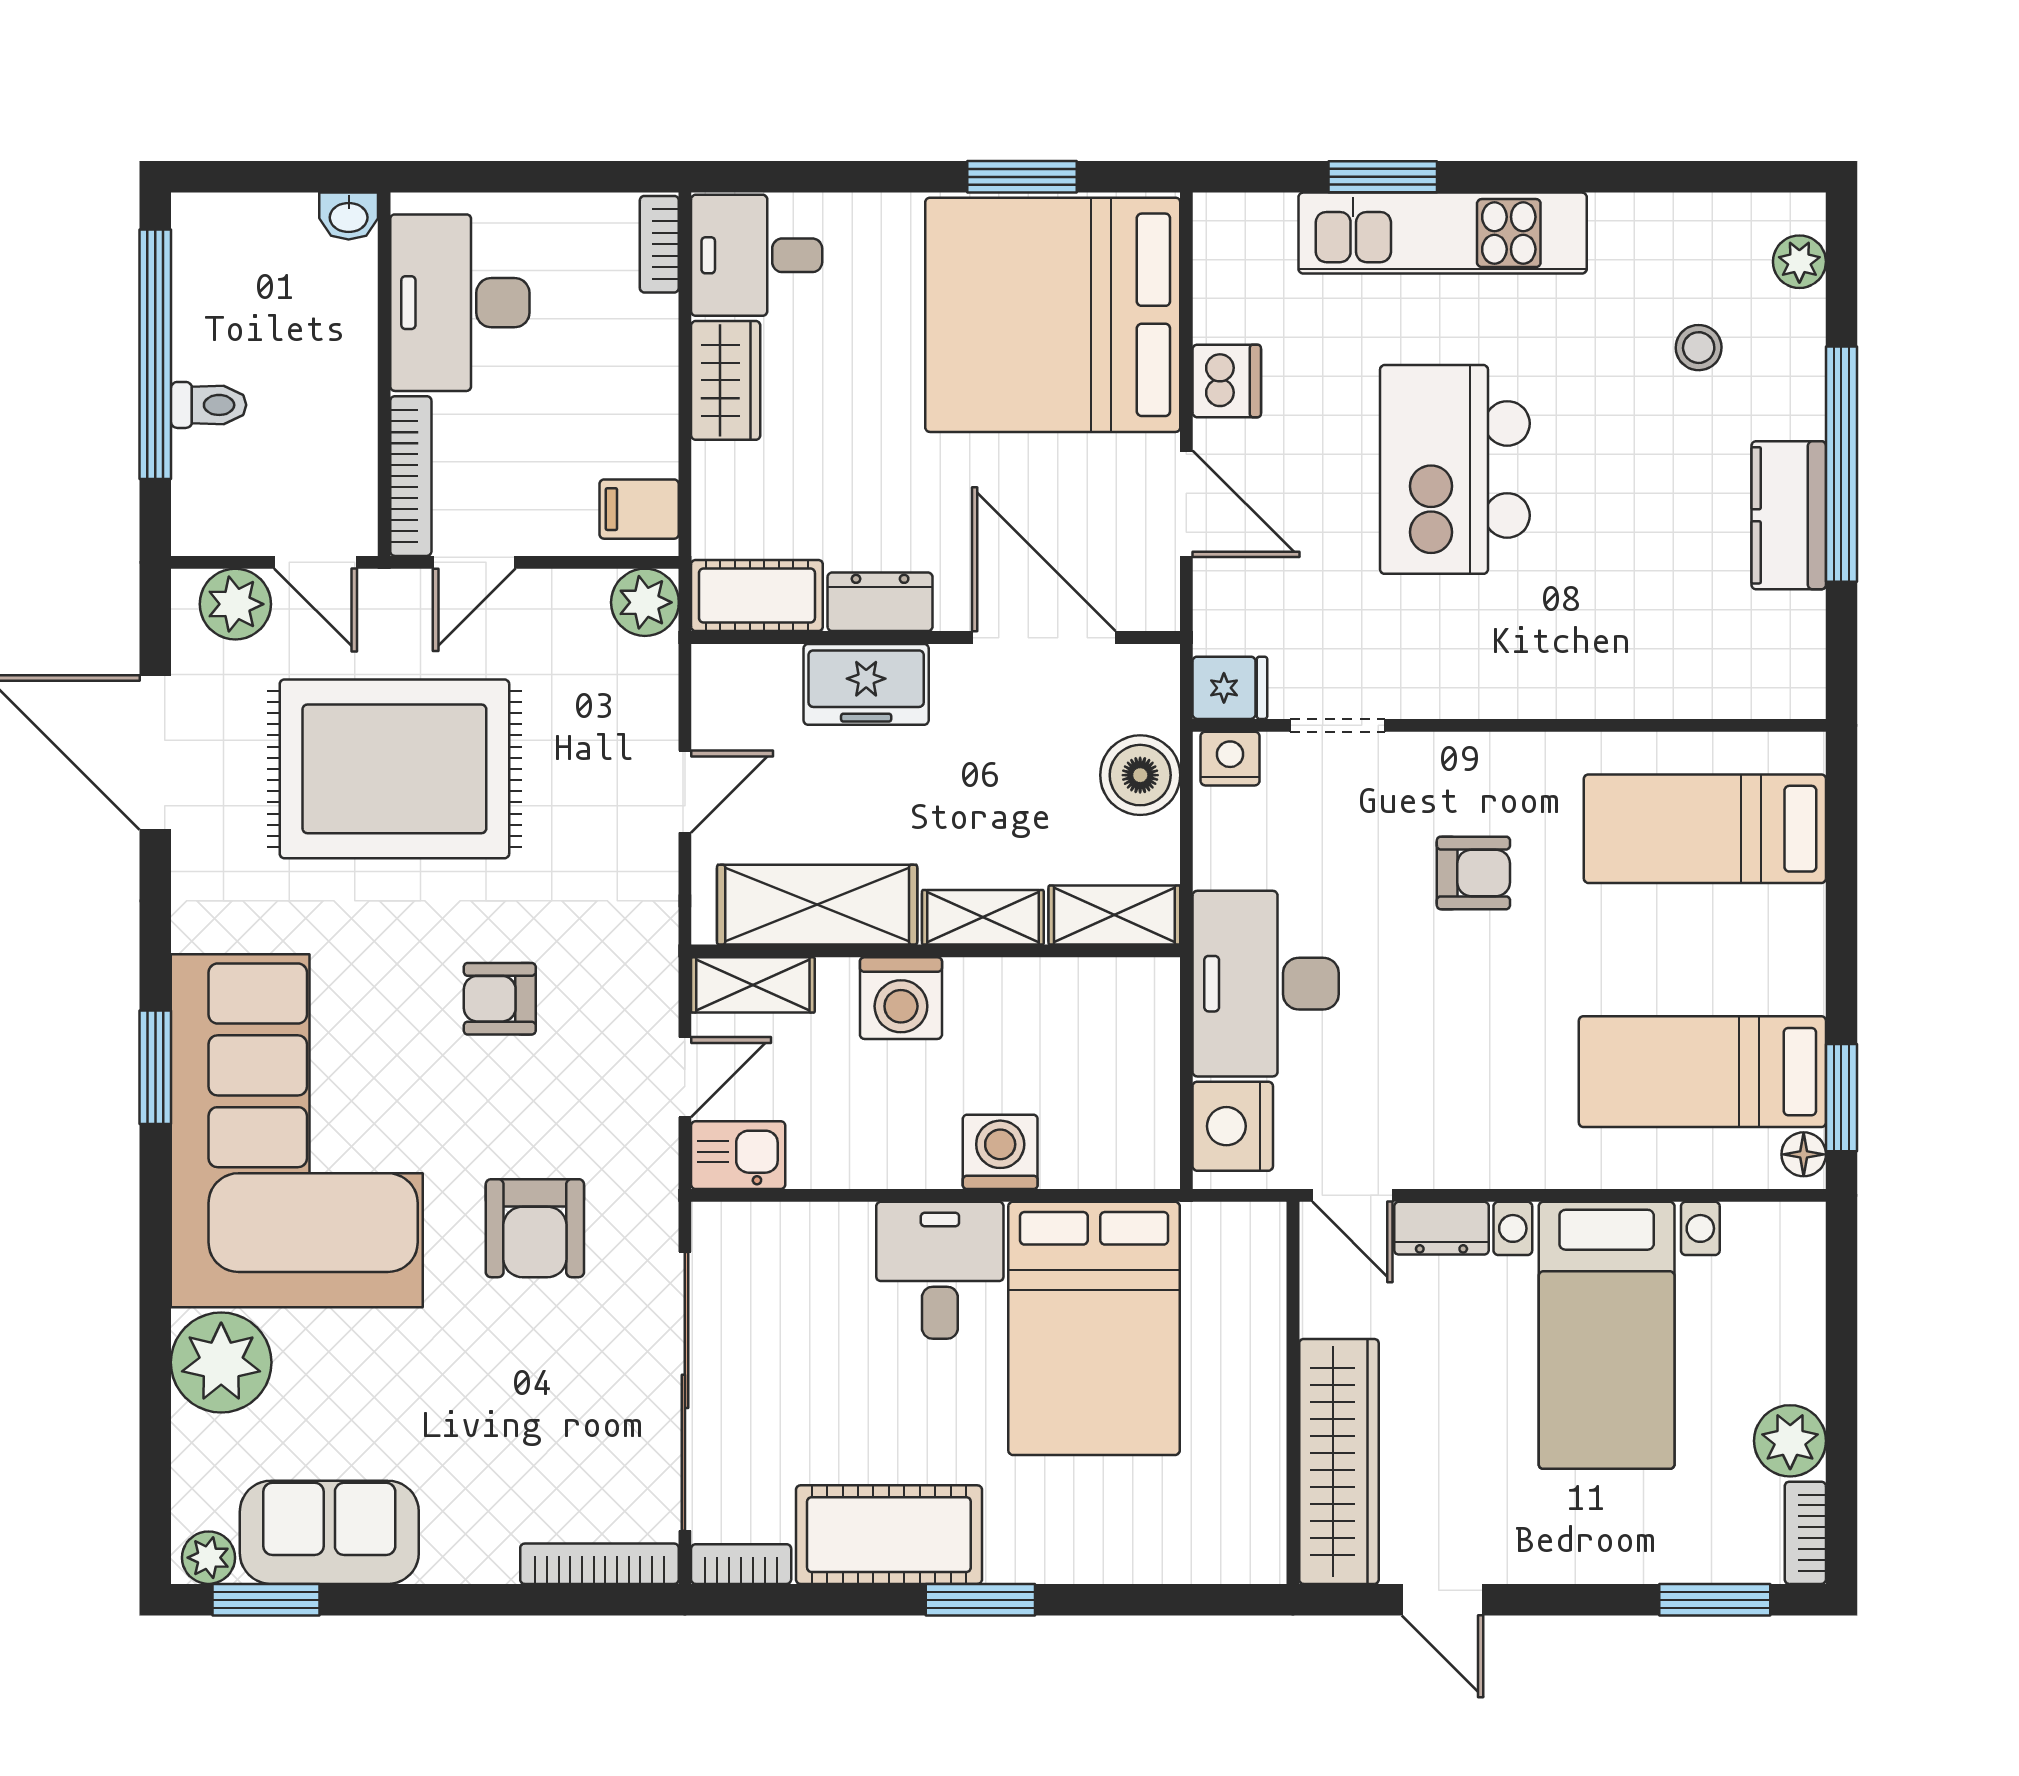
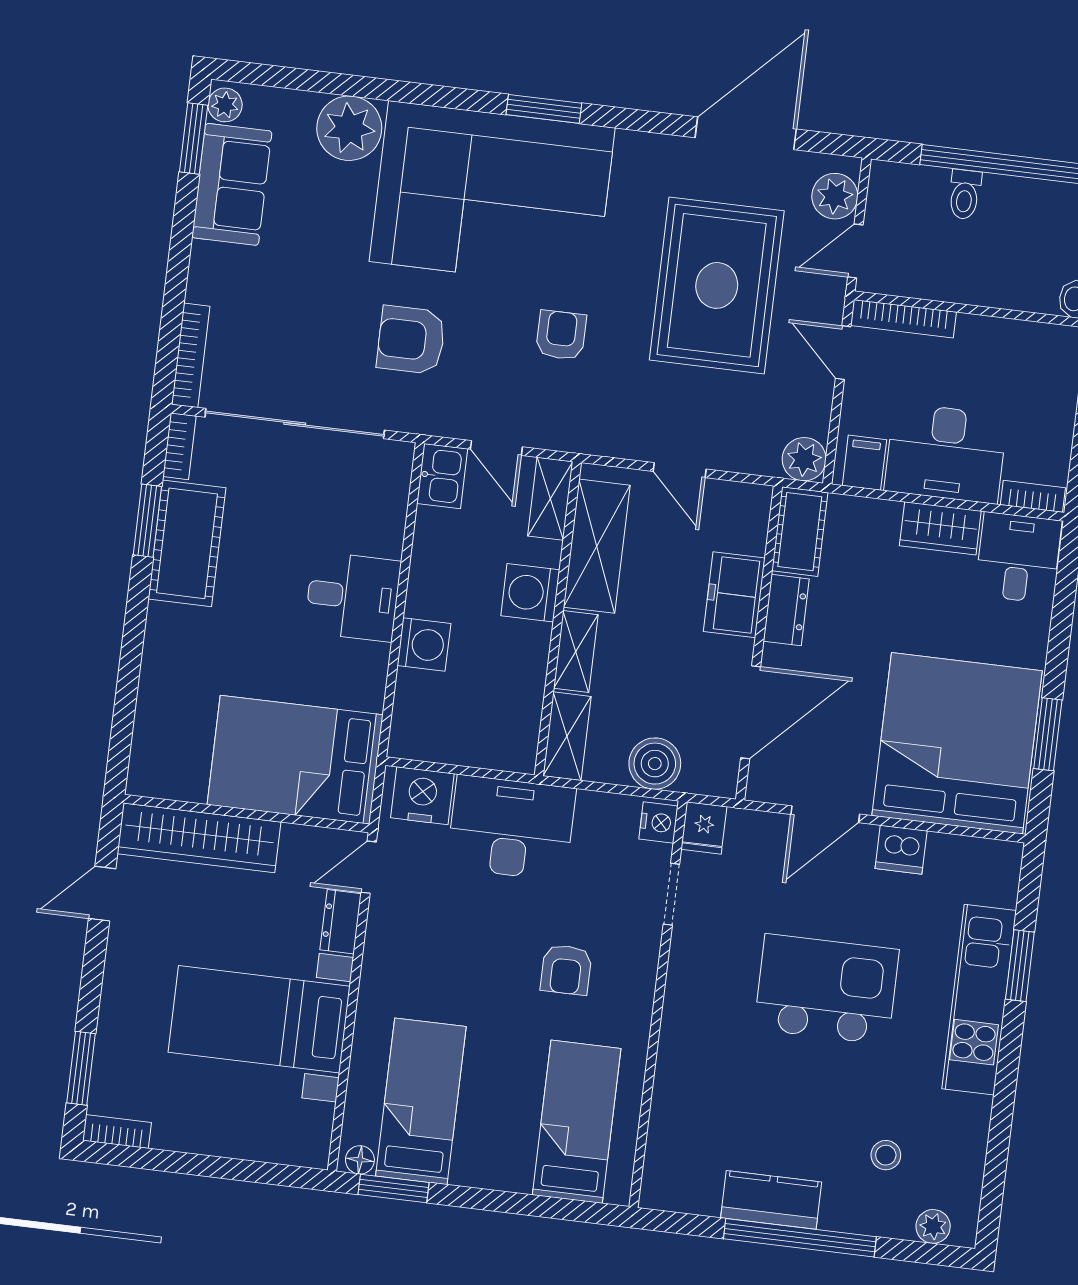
desk: (460, 303) -> (946, 453), moved, turned 180
bed: (1094, 1328) -> (295, 760), moved
plant: (1790, 1441) -> (177, 1129), removed
window: (980, 1600) -> (147, 521), moved

